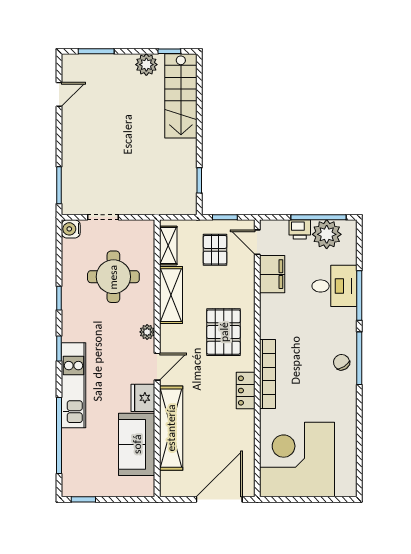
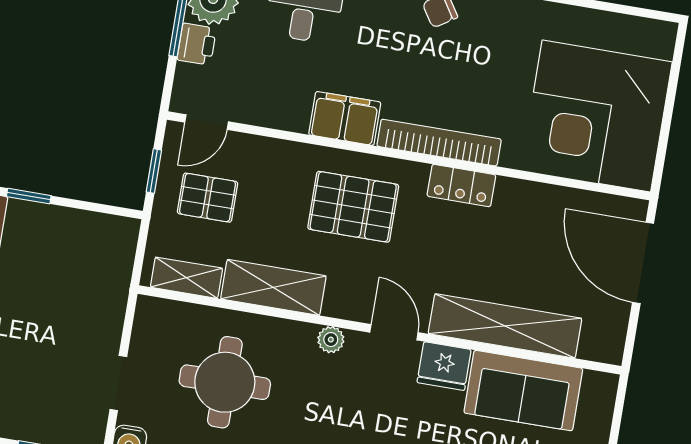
window: (199, 180) -> (29, 196), moved
filing cabinet: (272, 274) -> (345, 118), moved

